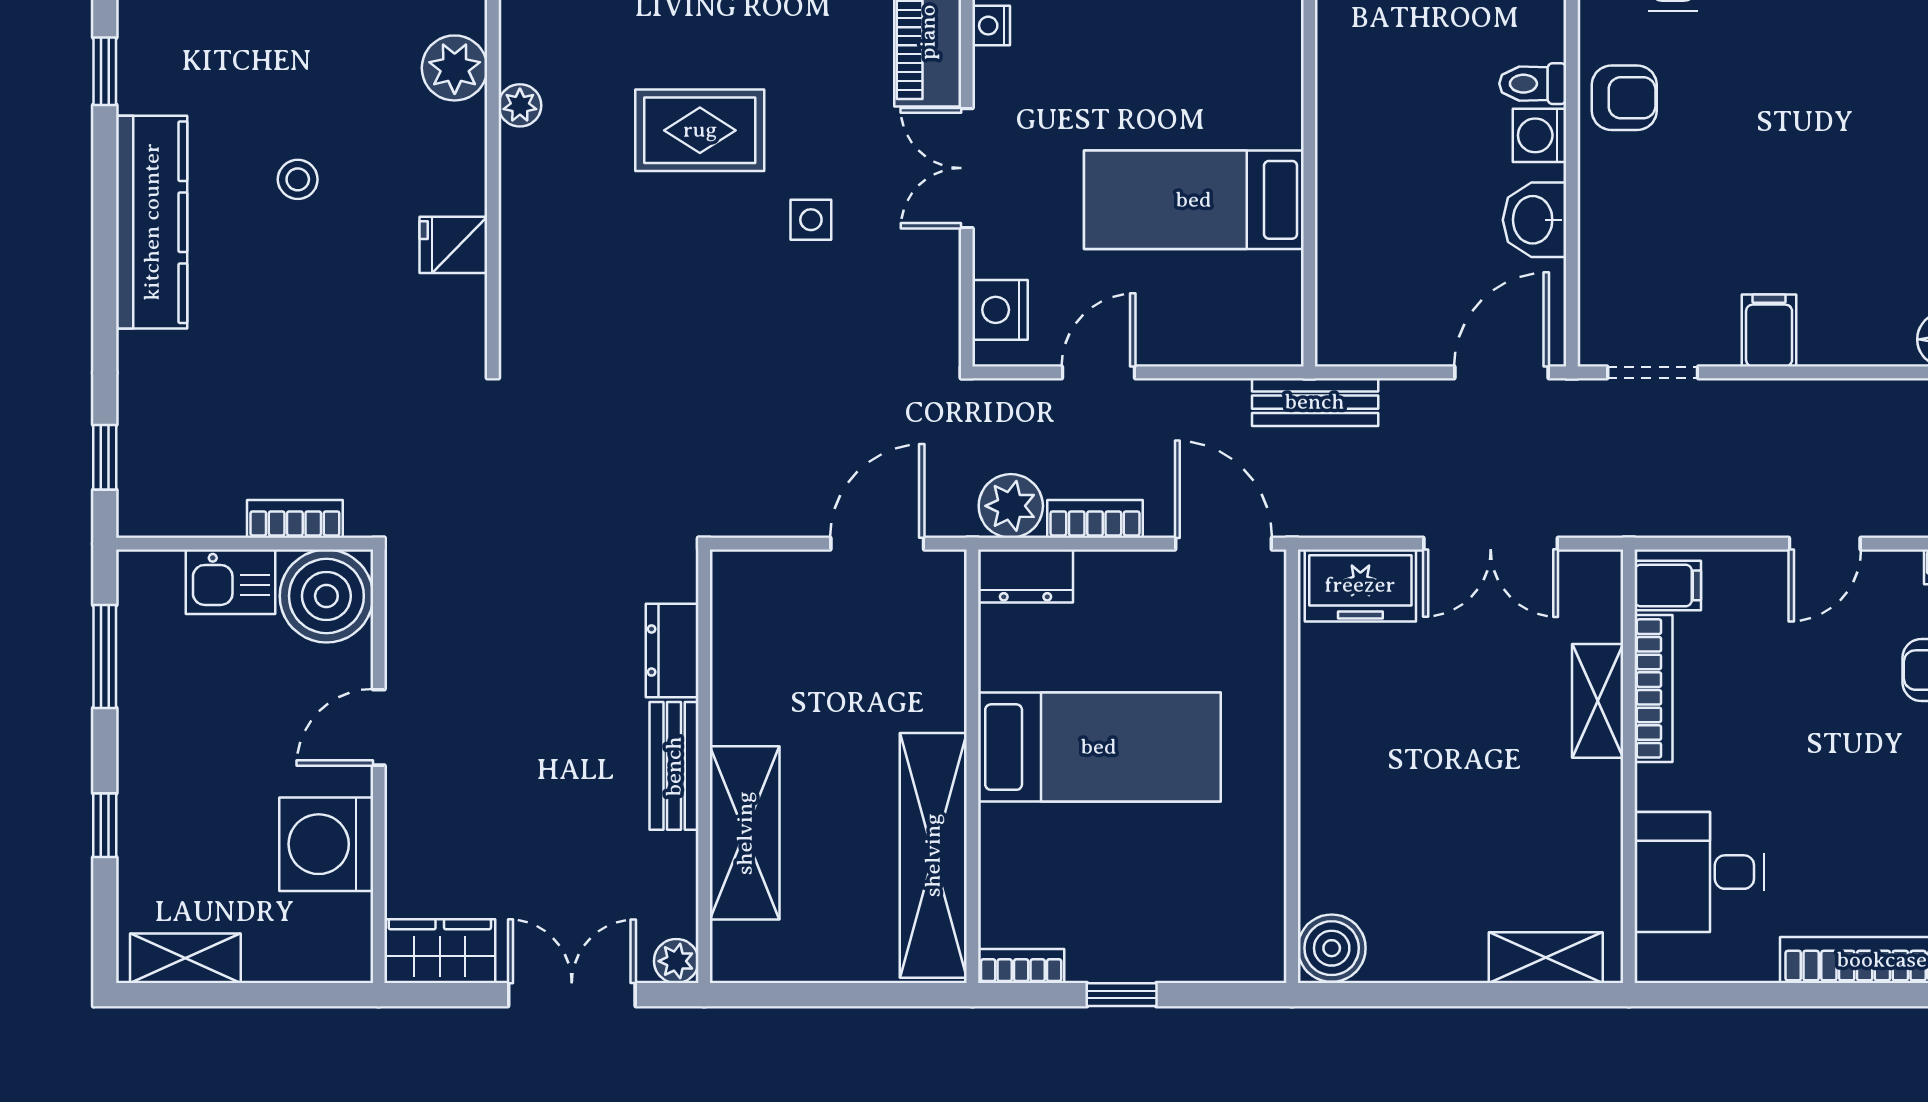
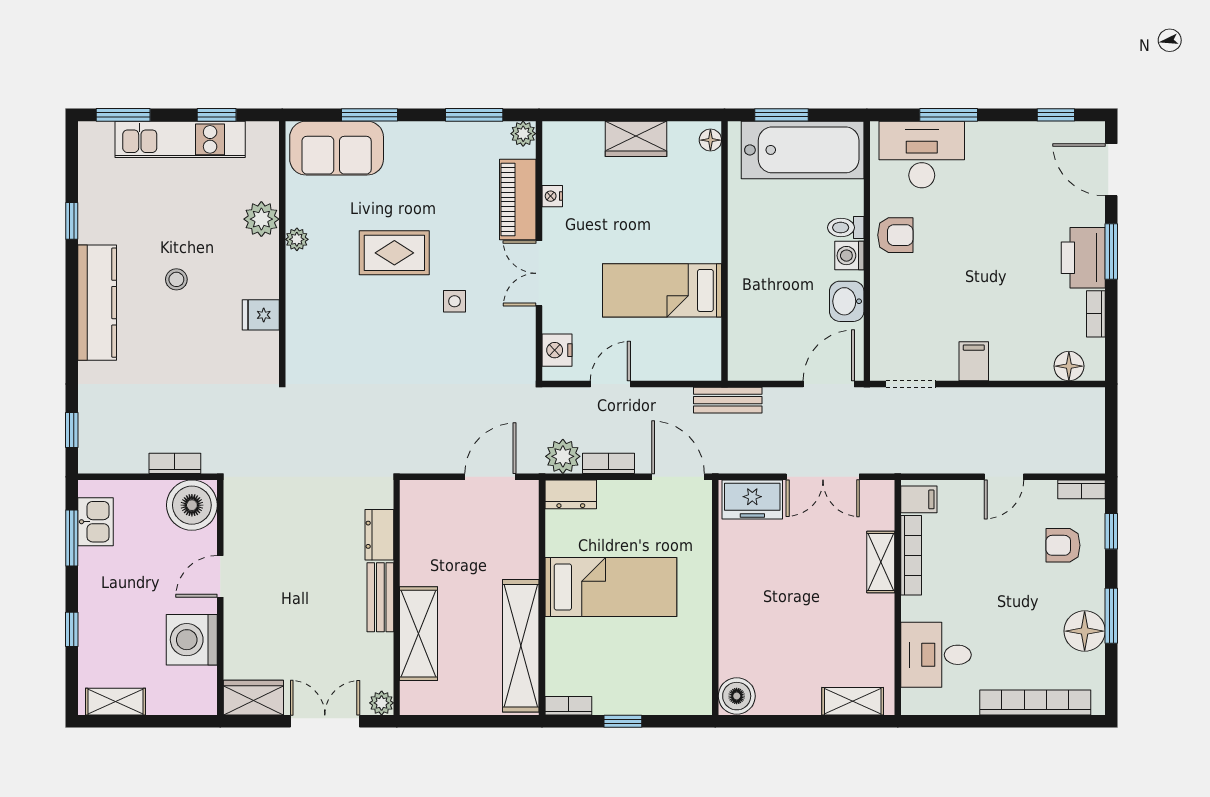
kitchen sink: (231, 582) -> (96, 522), moved, turned -90

